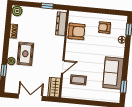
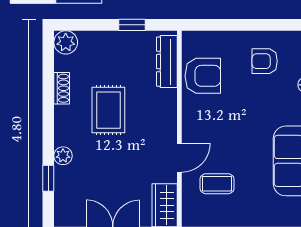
rug: (25, 54) -> (108, 110), moved

